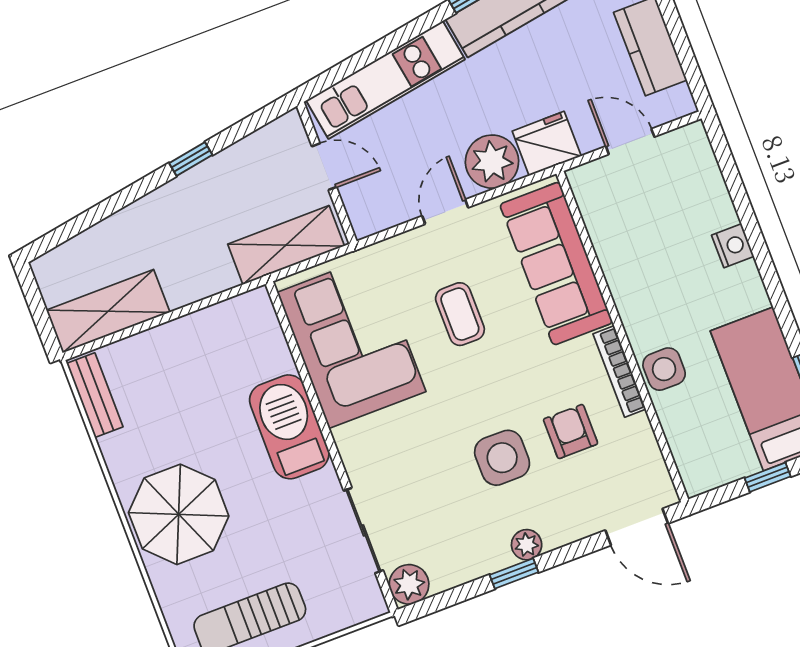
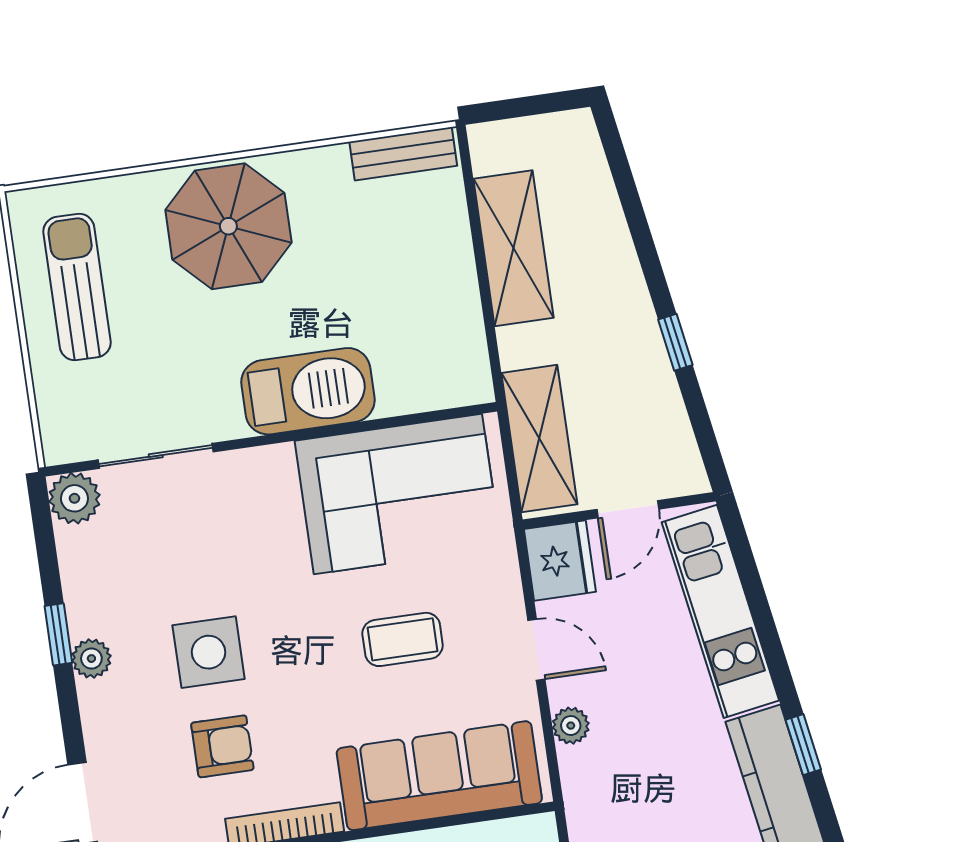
fridge: (547, 144) -> (560, 560), moved
plant: (492, 162) -> (571, 726), width x0.53, depth x0.53
shelving: (108, 311) -> (514, 248), moved

